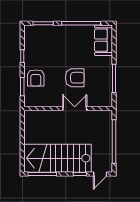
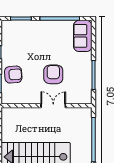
armchair: (36, 78) -> (13, 75), turned -94
armchair: (75, 78) -> (53, 74), turned -90

